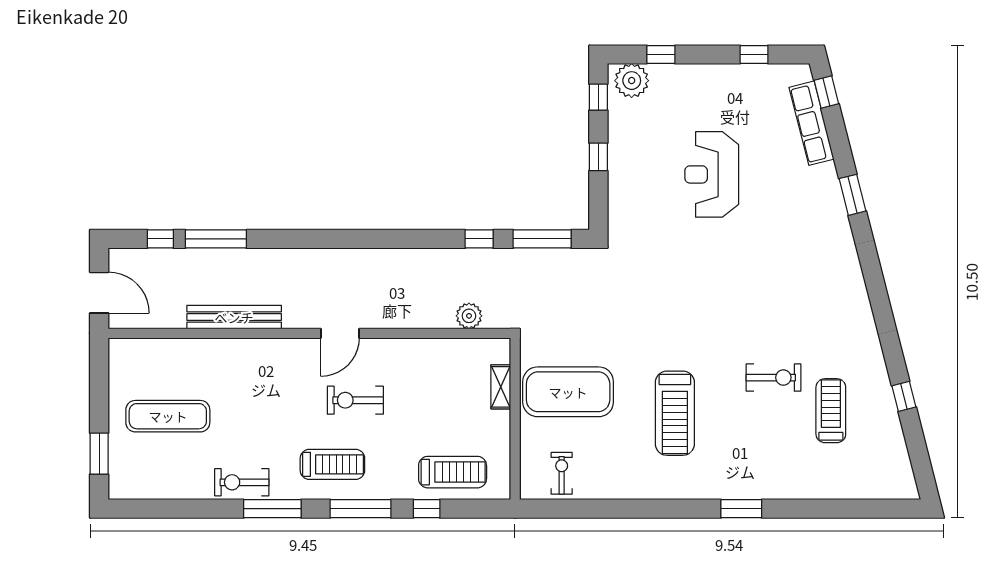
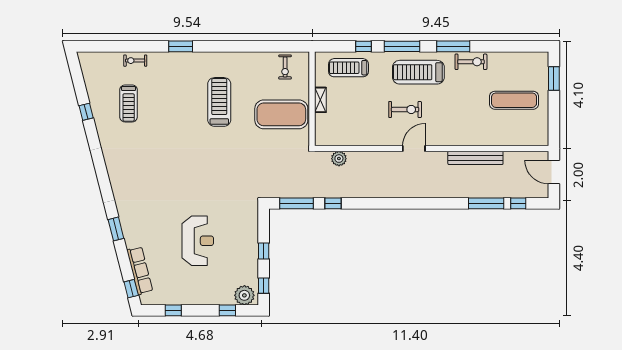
exercise bike: (774, 378) -> (135, 61), moved, width x0.73, depth x0.72
shelving: (501, 387) -> (320, 100), moved
treadmill: (332, 464) -> (418, 72), width x1.37, depth x1.38

